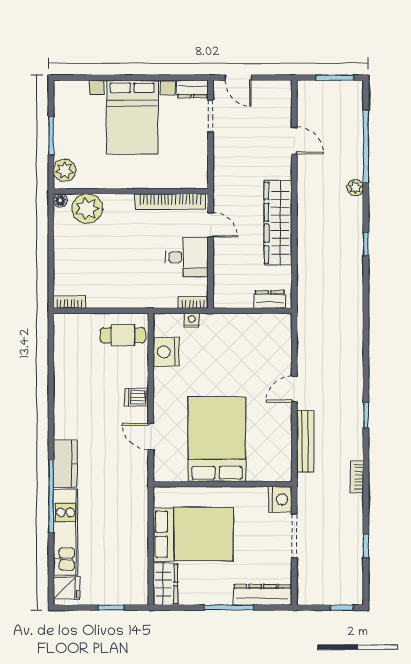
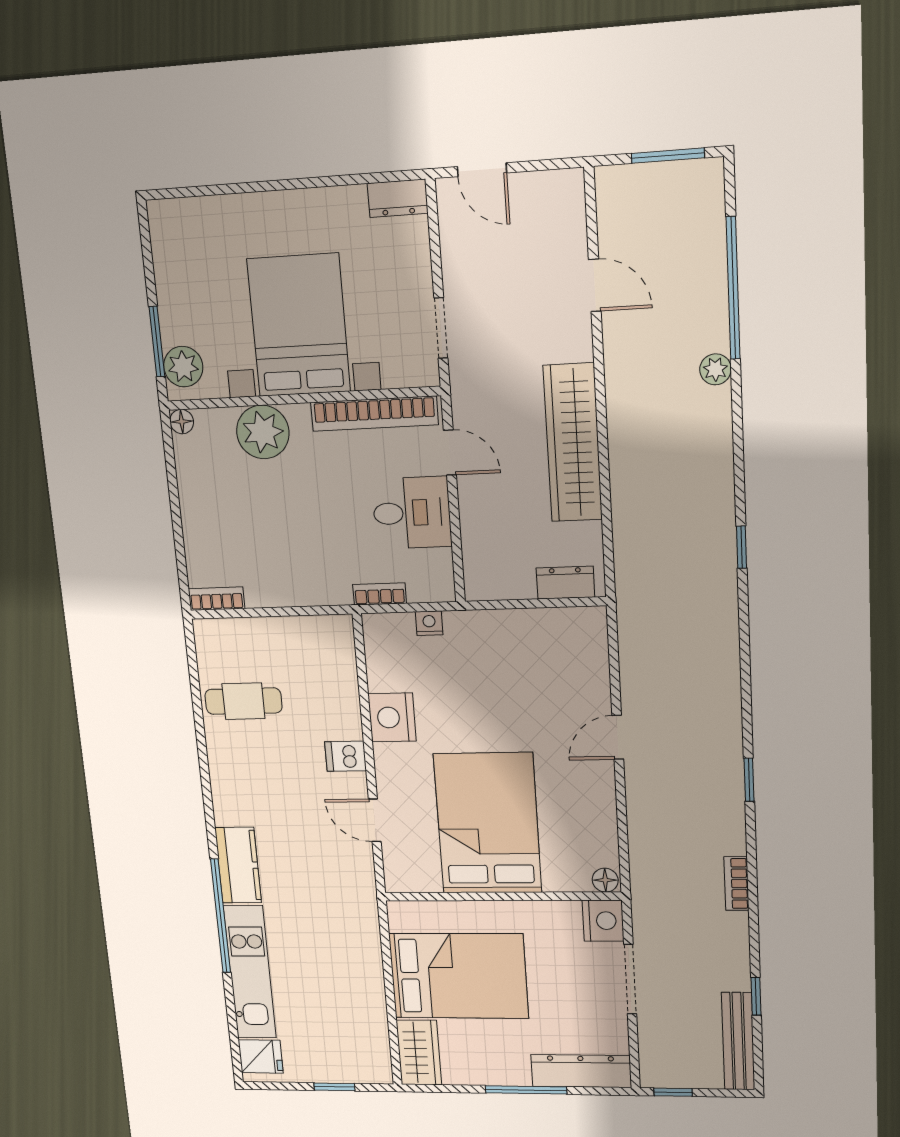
doorway: (210, 116) -> (441, 328), moved
bed with nightstands: (132, 117) -> (299, 325), moved, turned 180
window: (51, 135) -> (157, 342), moved
plant: (87, 208) -> (263, 432), moved
window: (366, 244) -> (741, 547), moved
bookcase: (193, 302) -> (380, 594), moved
cafe table: (123, 335) -> (243, 701), moved
nightstand: (166, 352) -> (392, 717), moved
bench: (305, 441) -> (738, 1041), moved
floor lamp: (283, 474) -> (605, 880), added
window: (342, 608) -> (673, 1092), moved

